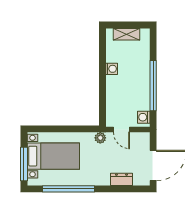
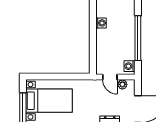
plant: (100, 138) -> (122, 84), moved

